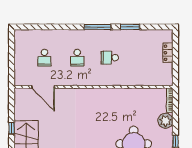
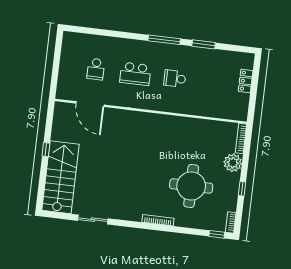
school desk: (77, 58) -> (135, 74), width x1.85

